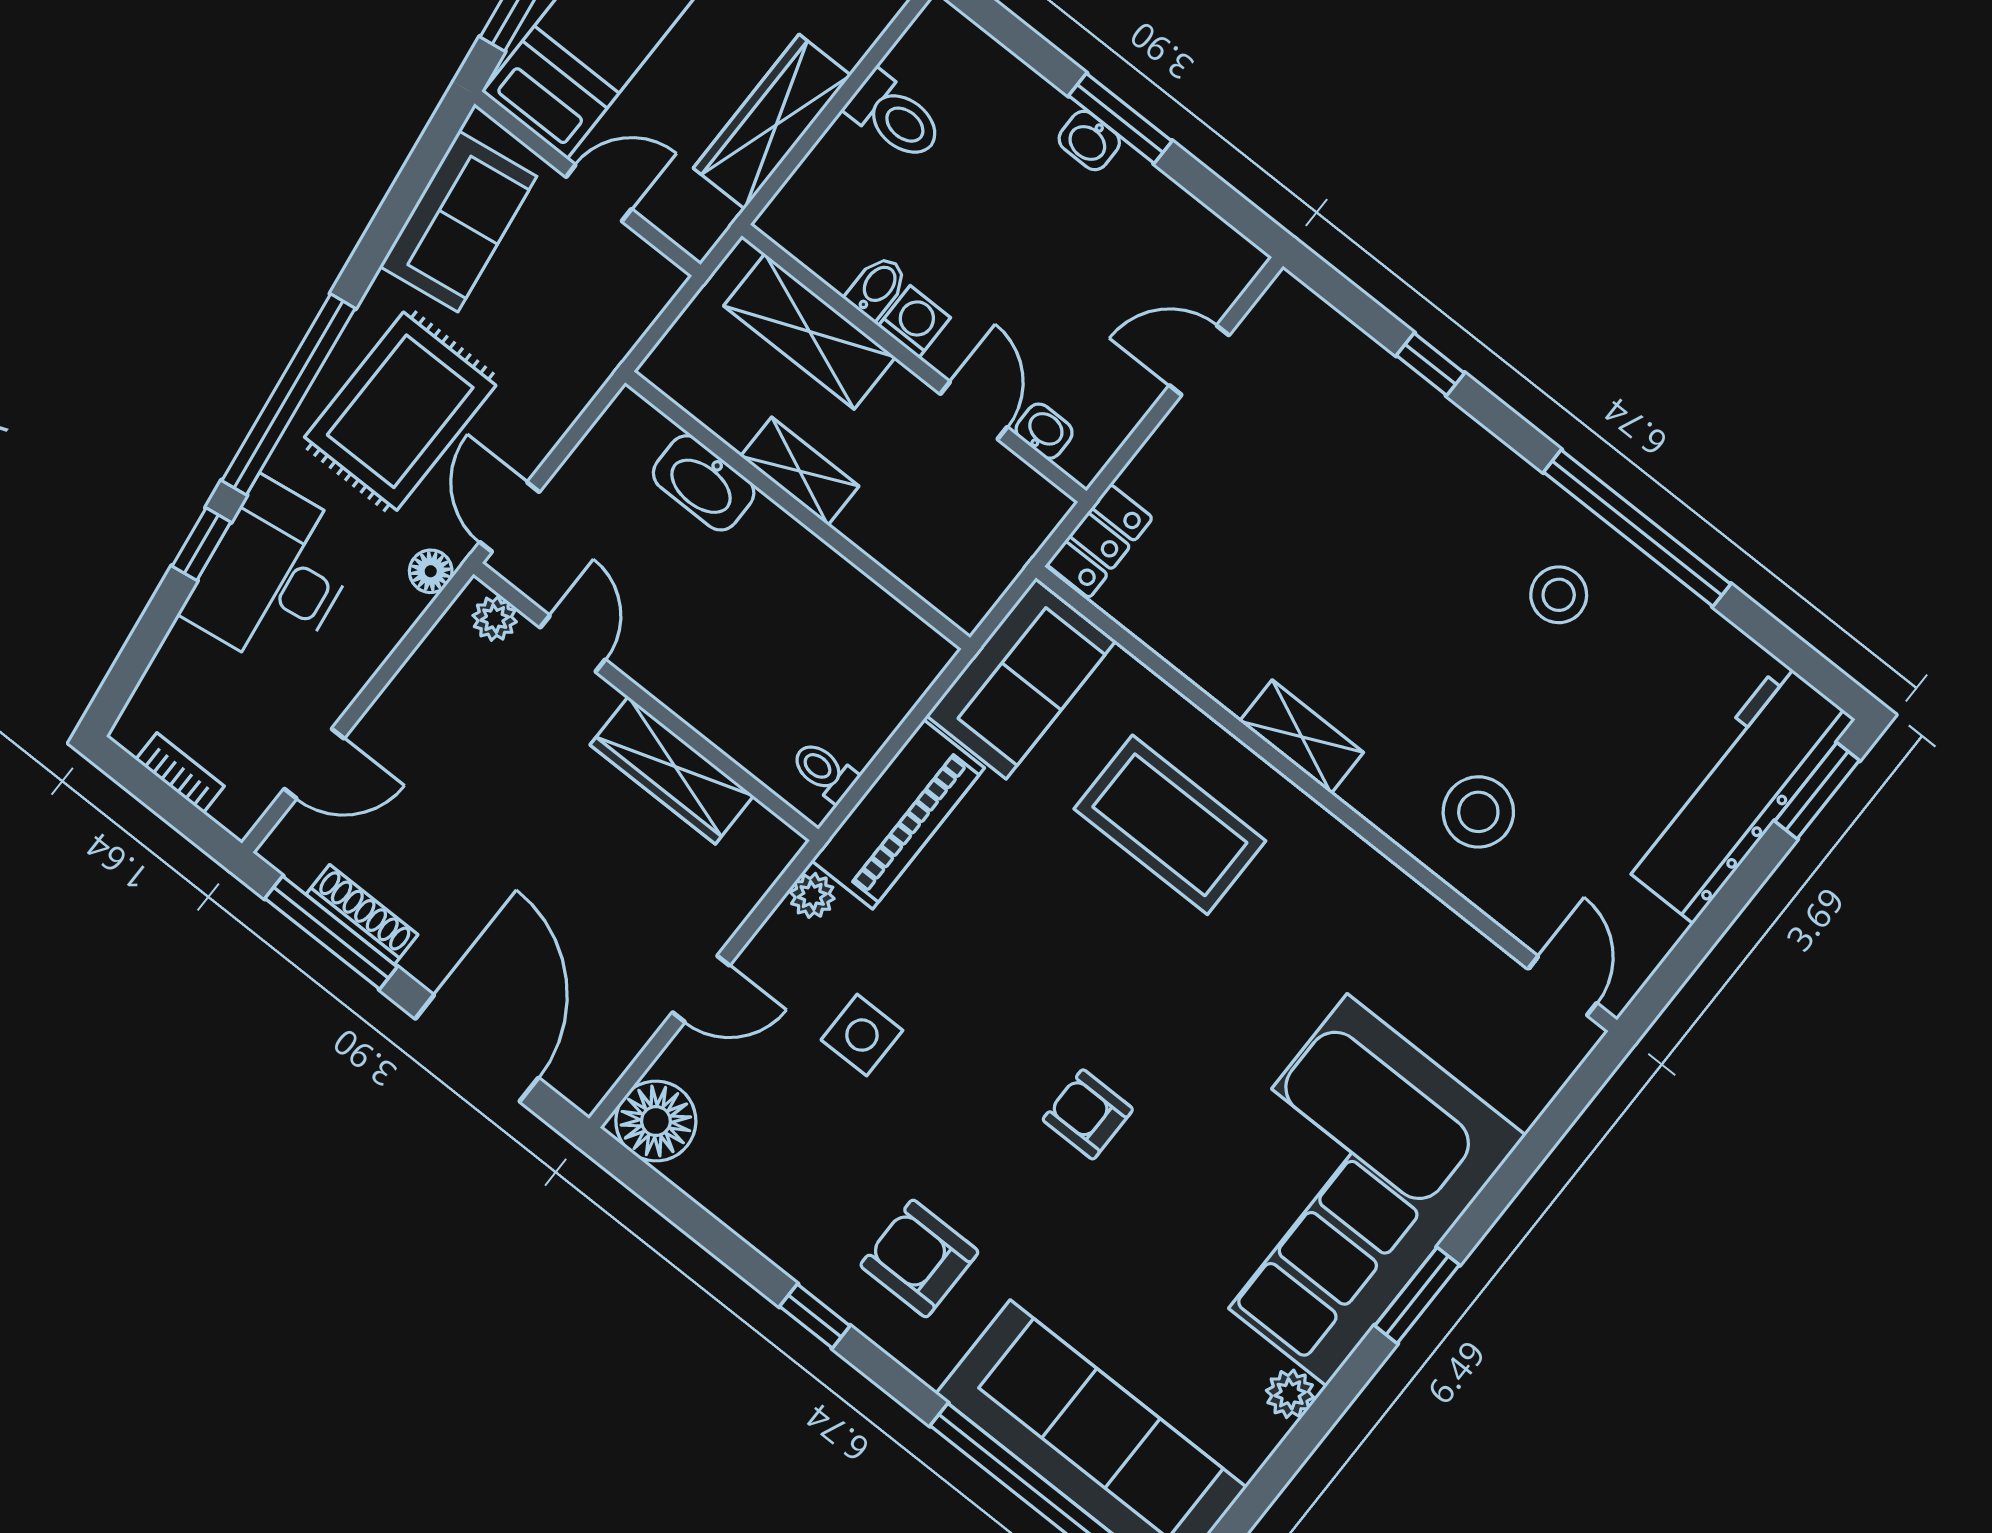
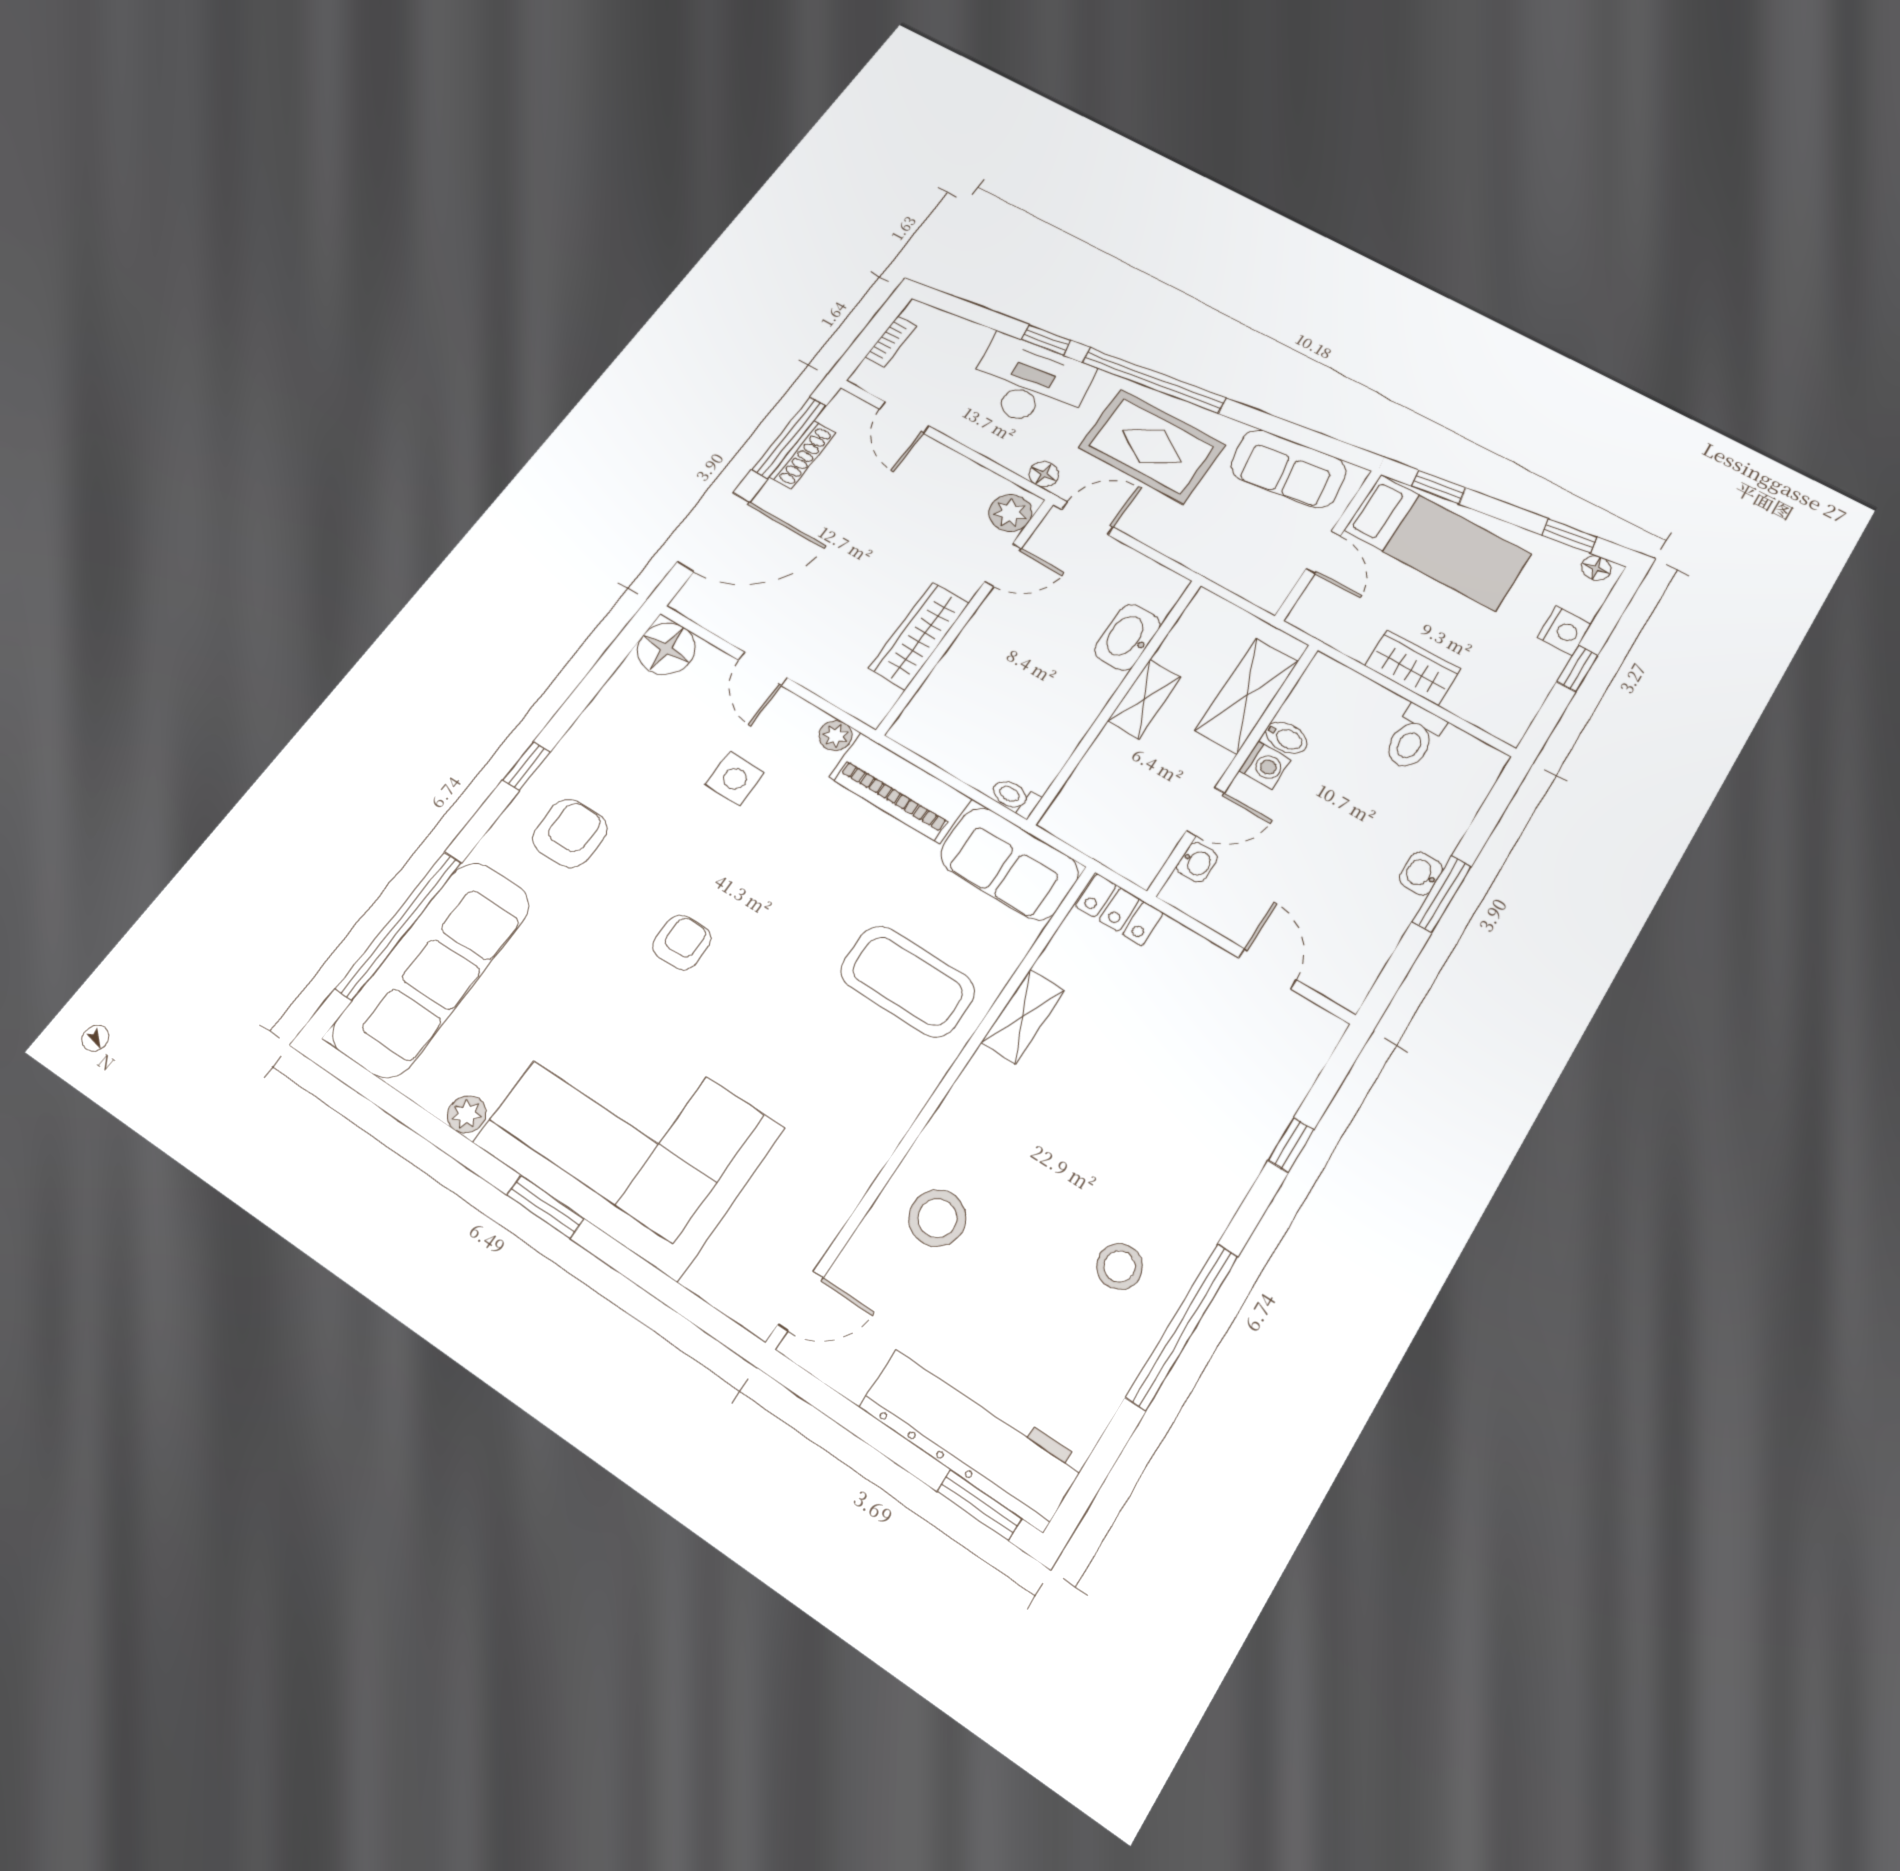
wardrobe: (772, 122) -> (1413, 667), width x0.67
plant: (495, 619) -> (1010, 513), width x1.38, depth x1.38
shelving: (1302, 737) -> (1023, 1016), moved
toilet: (824, 771) -> (1015, 797), moved, turned -90
coffee table: (1170, 825) -> (908, 981), turned 90

